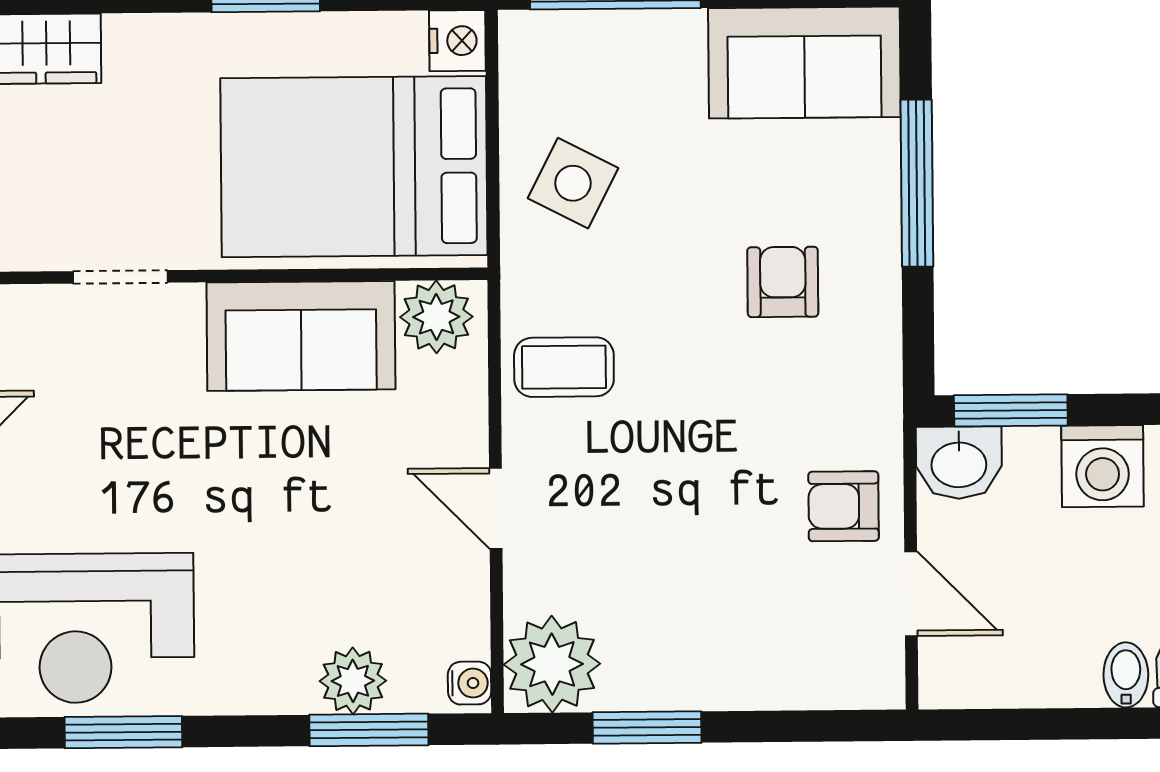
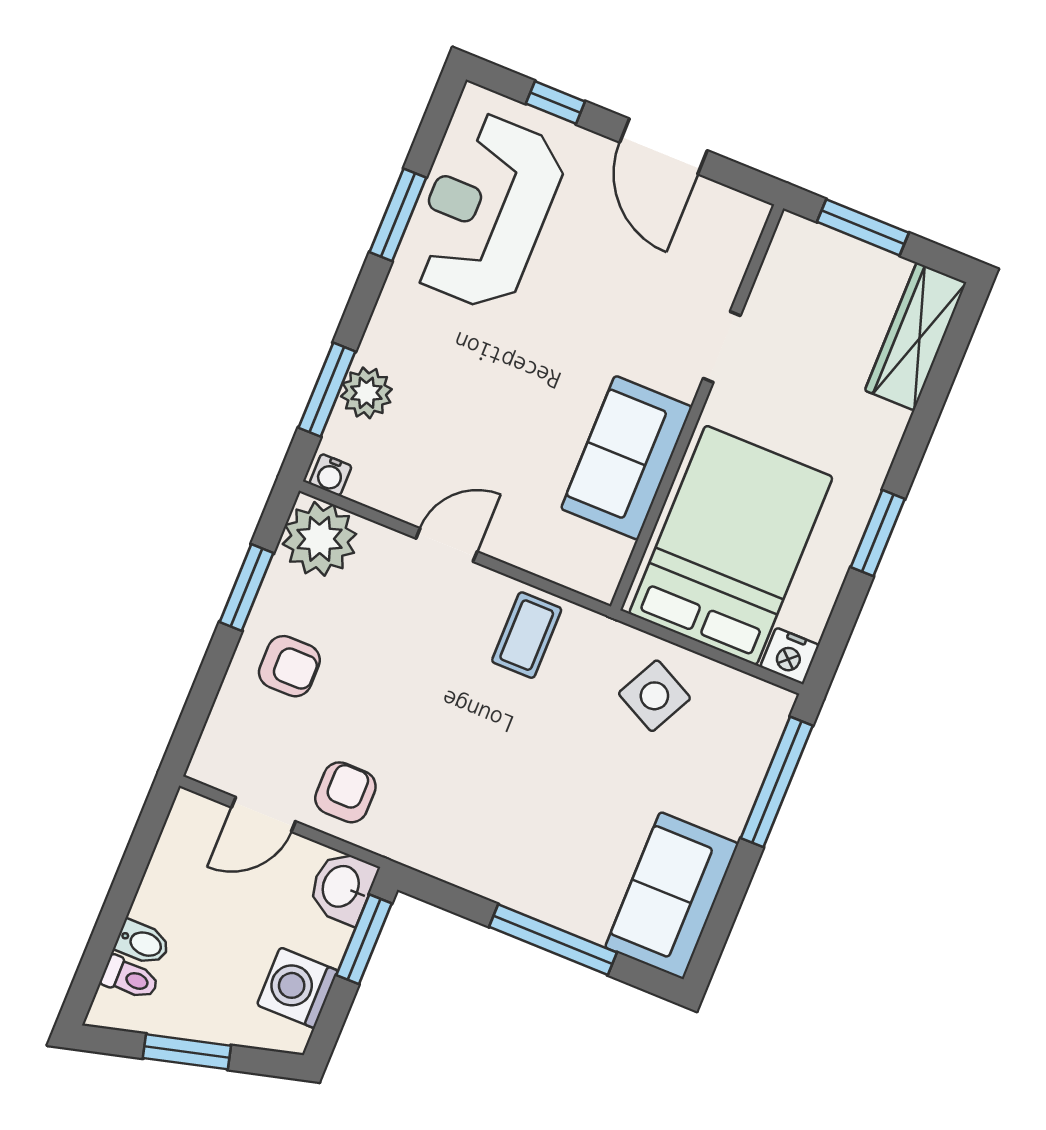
armchair: (783, 282) -> (289, 666), moved
plant: (436, 317) -> (600, 559), removed

